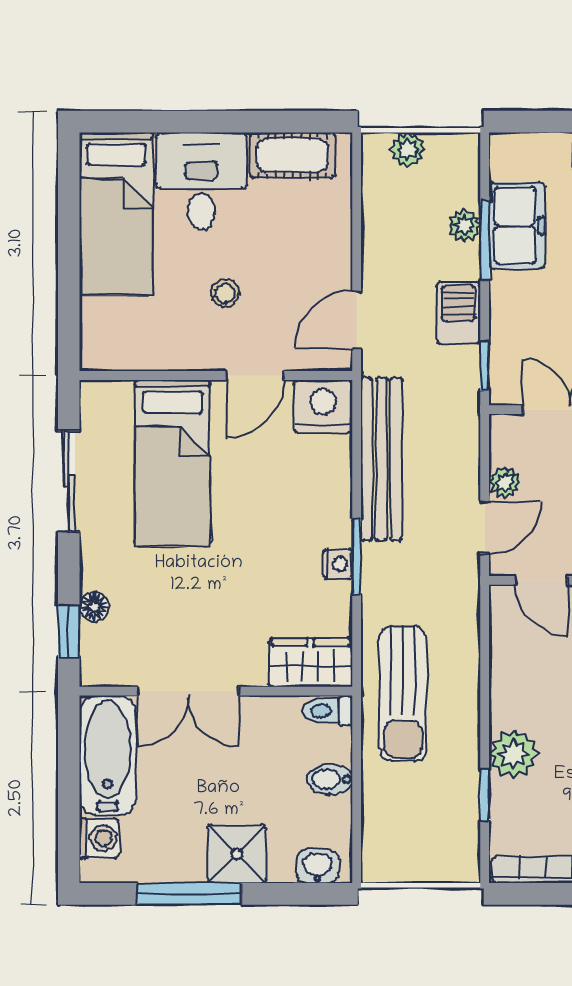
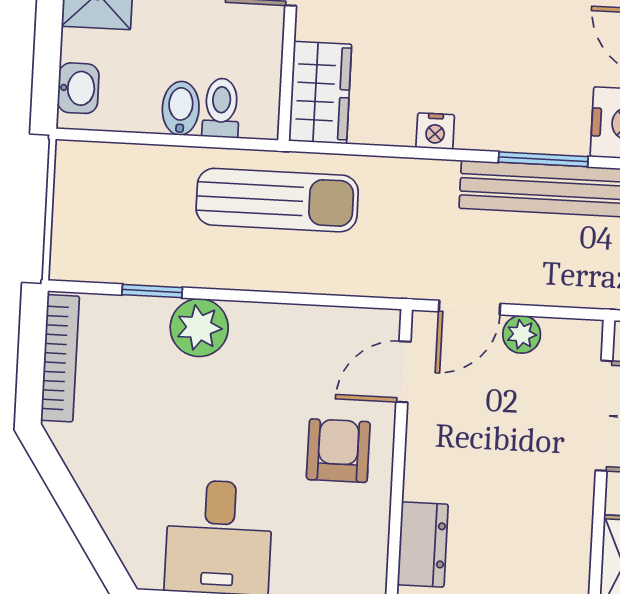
door: (485, 527) -> (470, 308), hinge flipped
window: (357, 557) -> (543, 159), moved
sun lounger: (403, 694) -> (277, 200), turned 180
toilet: (328, 711) -> (221, 108), moved

